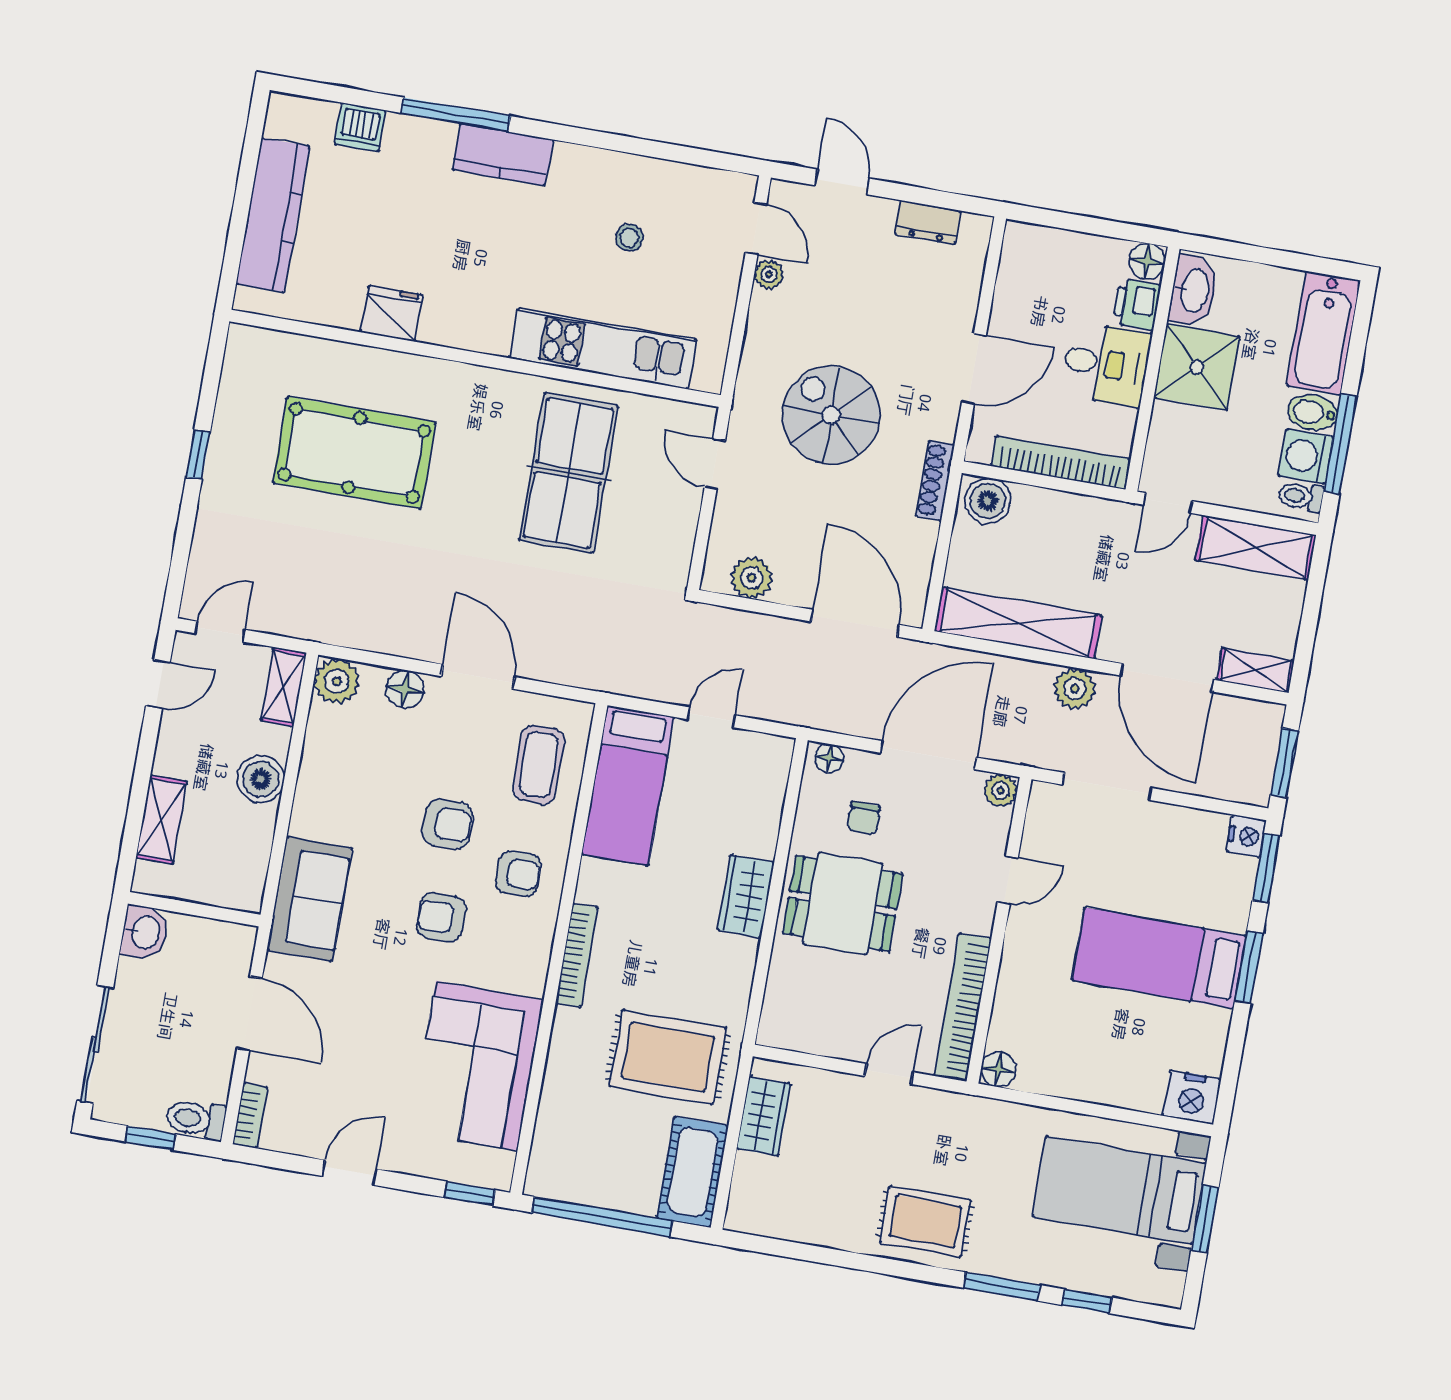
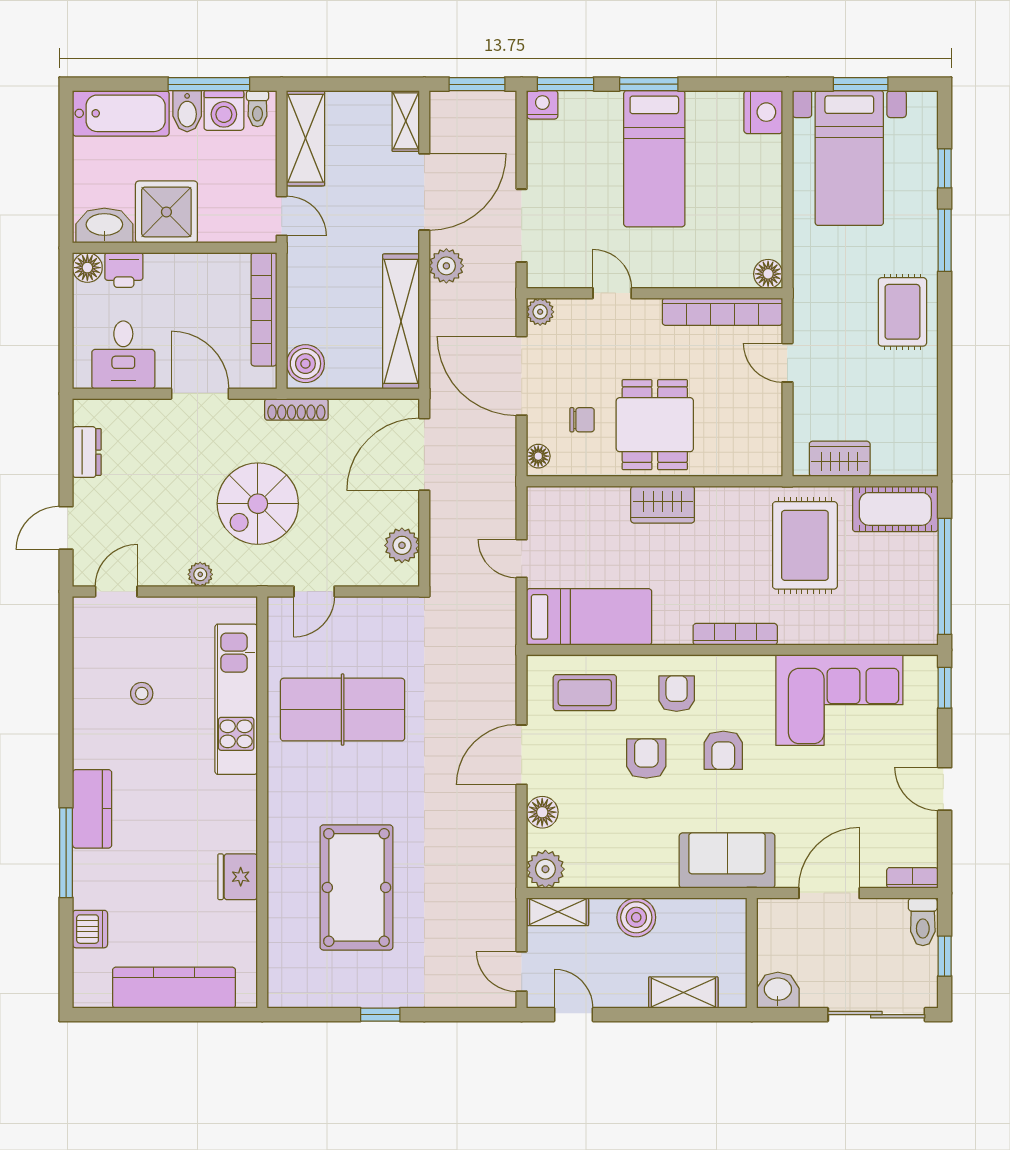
plant: (769, 274) -> (200, 574), moved
desk: (1106, 364) -> (123, 355), moved, turned 180

